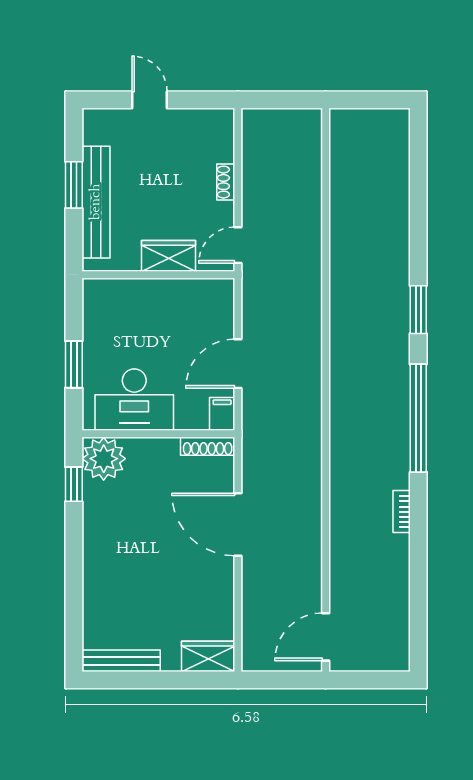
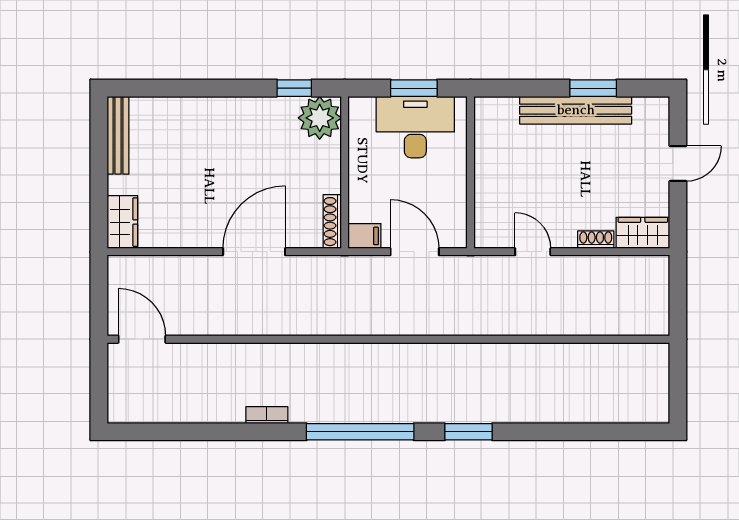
wardrobe: (169, 256) -> (643, 233), moved, turned -90
wall: (158, 275) -> (470, 172), moved
desk: (134, 400) -> (415, 127), moved, turned 90

